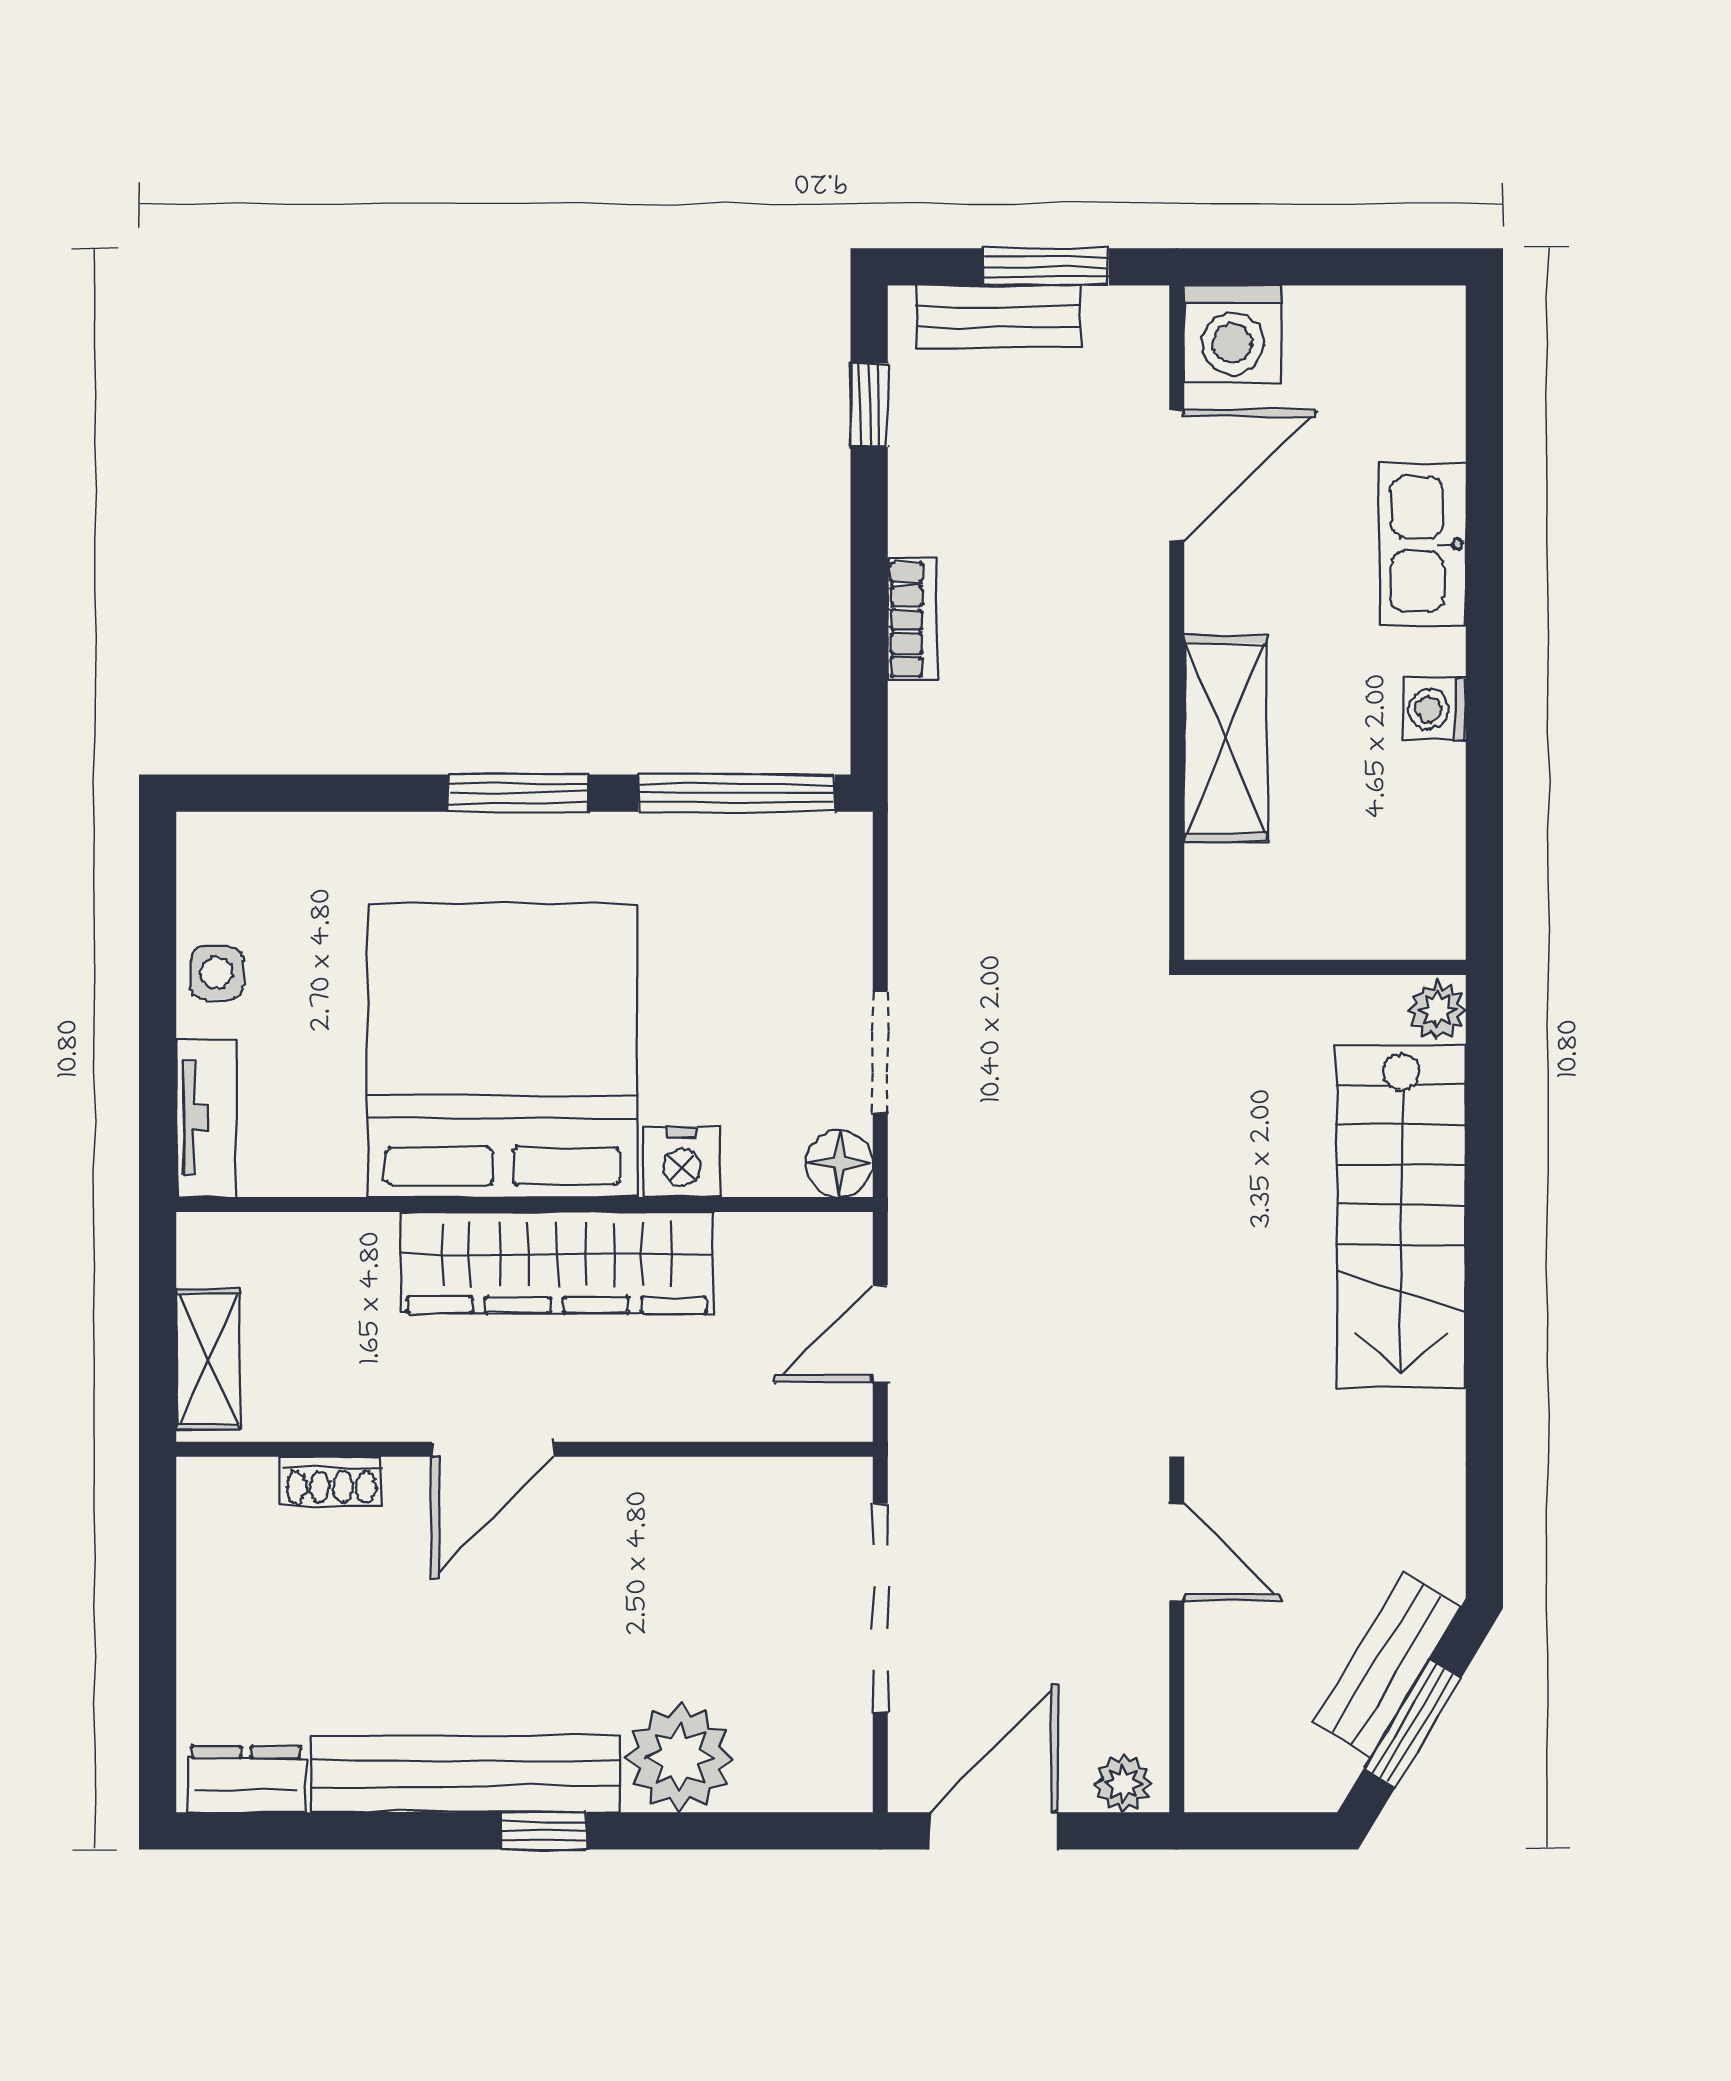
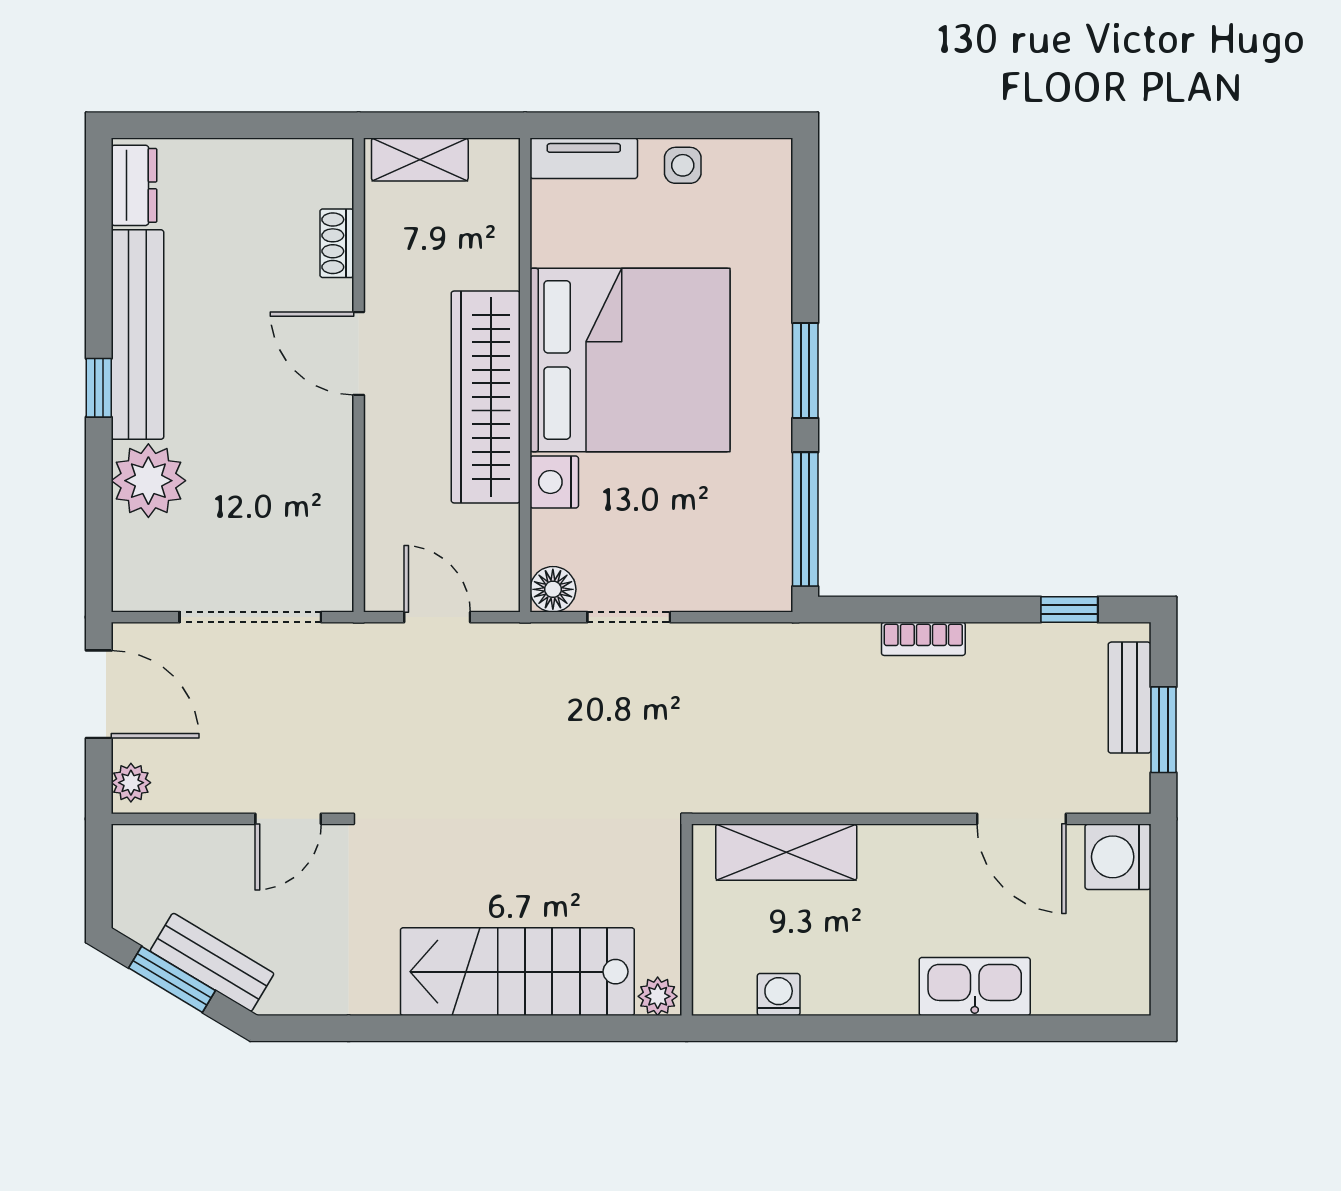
washing machine: (1435, 710) -> (779, 995), moved
shelving: (1226, 738) -> (786, 852), moved

